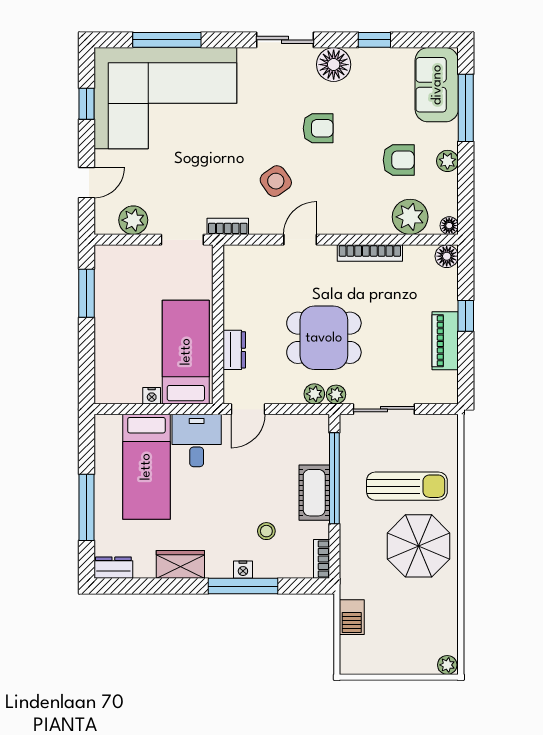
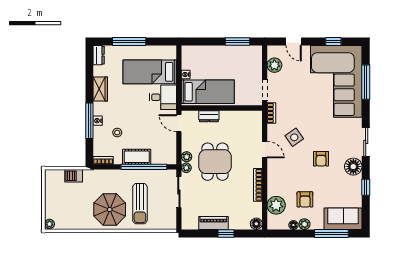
floor lamp: (449, 226) -> (293, 225), moved

